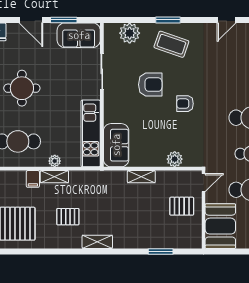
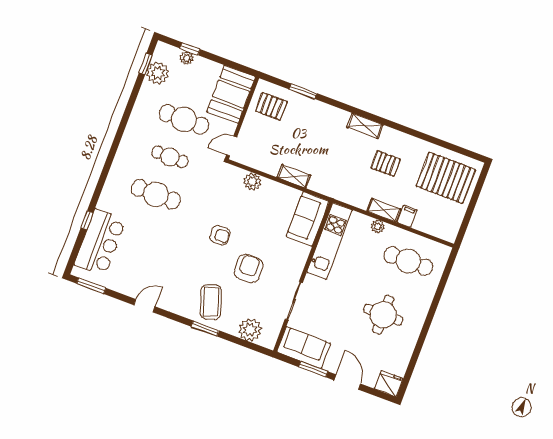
coffee table: (171, 44) -> (211, 302), turned 52
armchair: (150, 85) -> (249, 268), turned 90
pallet: (182, 206) -> (271, 106), moved

